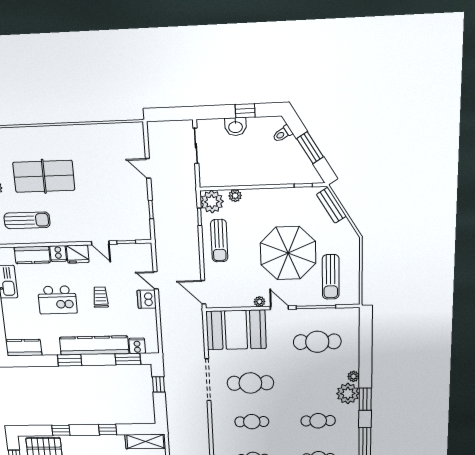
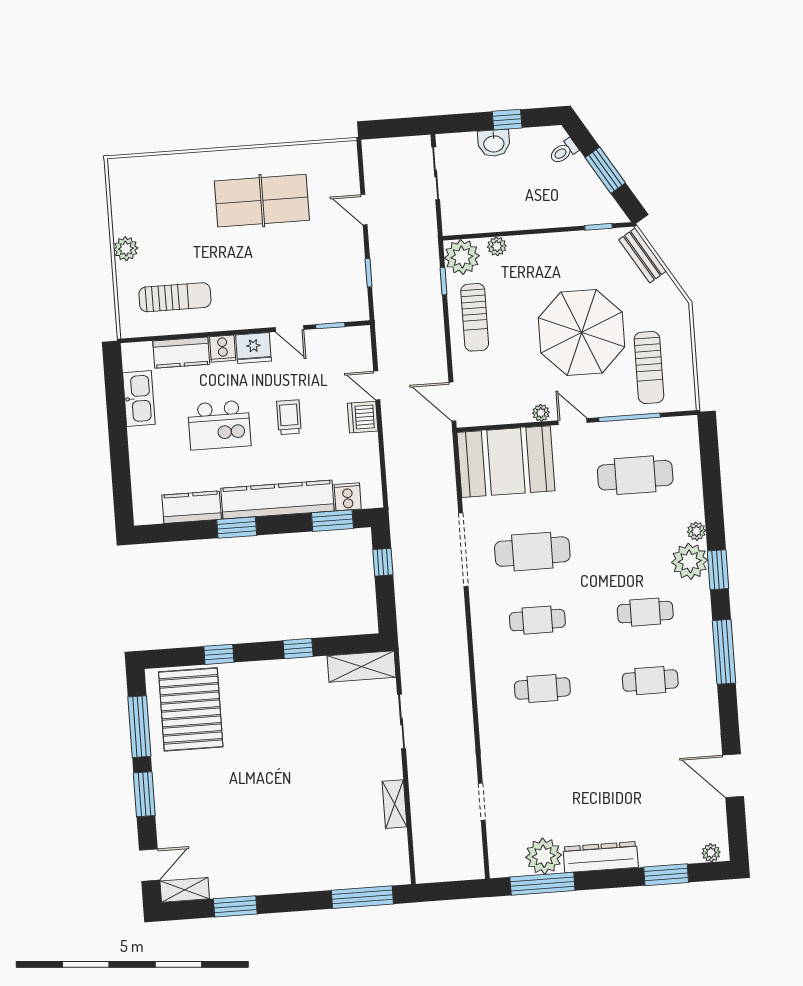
table tennis table: (44, 176) -> (262, 201), moved
kitchen counter: (24, 348) -> (192, 507), moved

